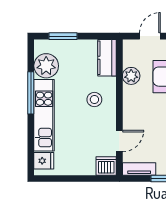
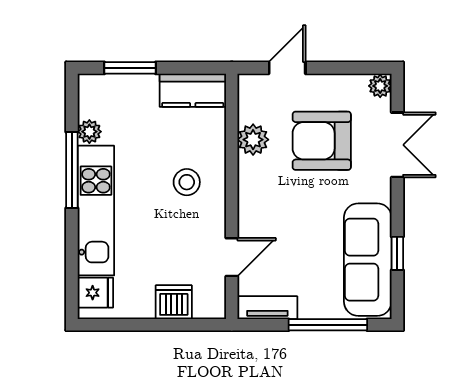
kitchen counter: (107, 58) -> (193, 90), moved, turned -90
plant: (46, 66) -> (89, 132), width x0.53, depth x0.53
dishwasher: (106, 166) -> (174, 302), moved

